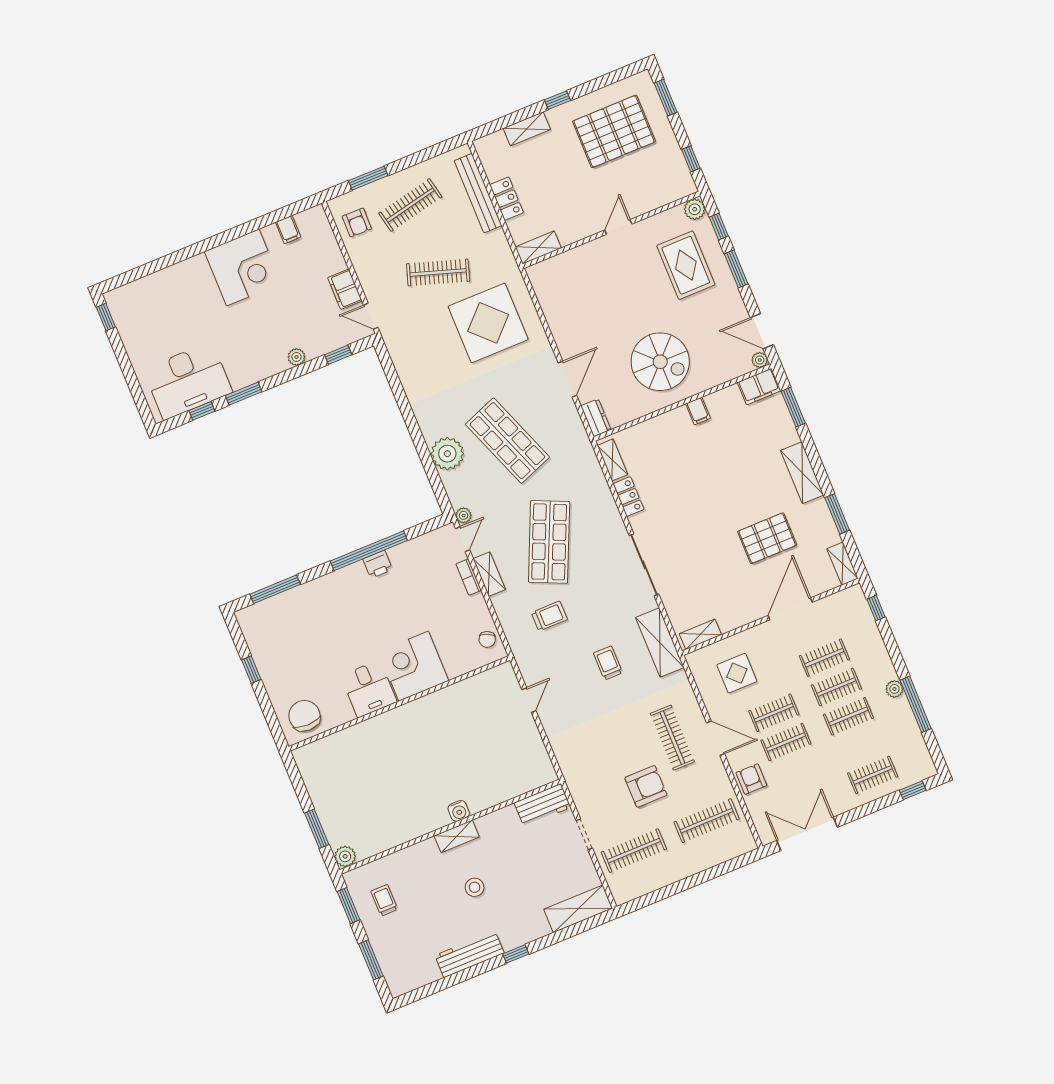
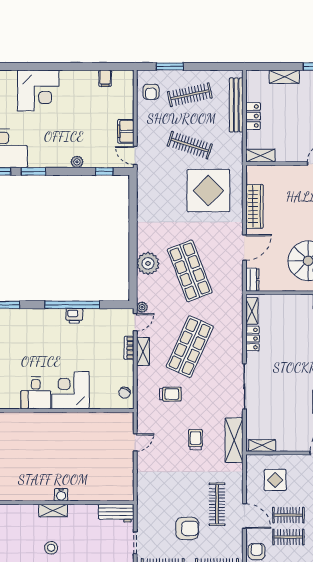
corner desk: (243, 267) -> (38, 91), moved
wardrobe: (558, 319) -> (254, 206), added

